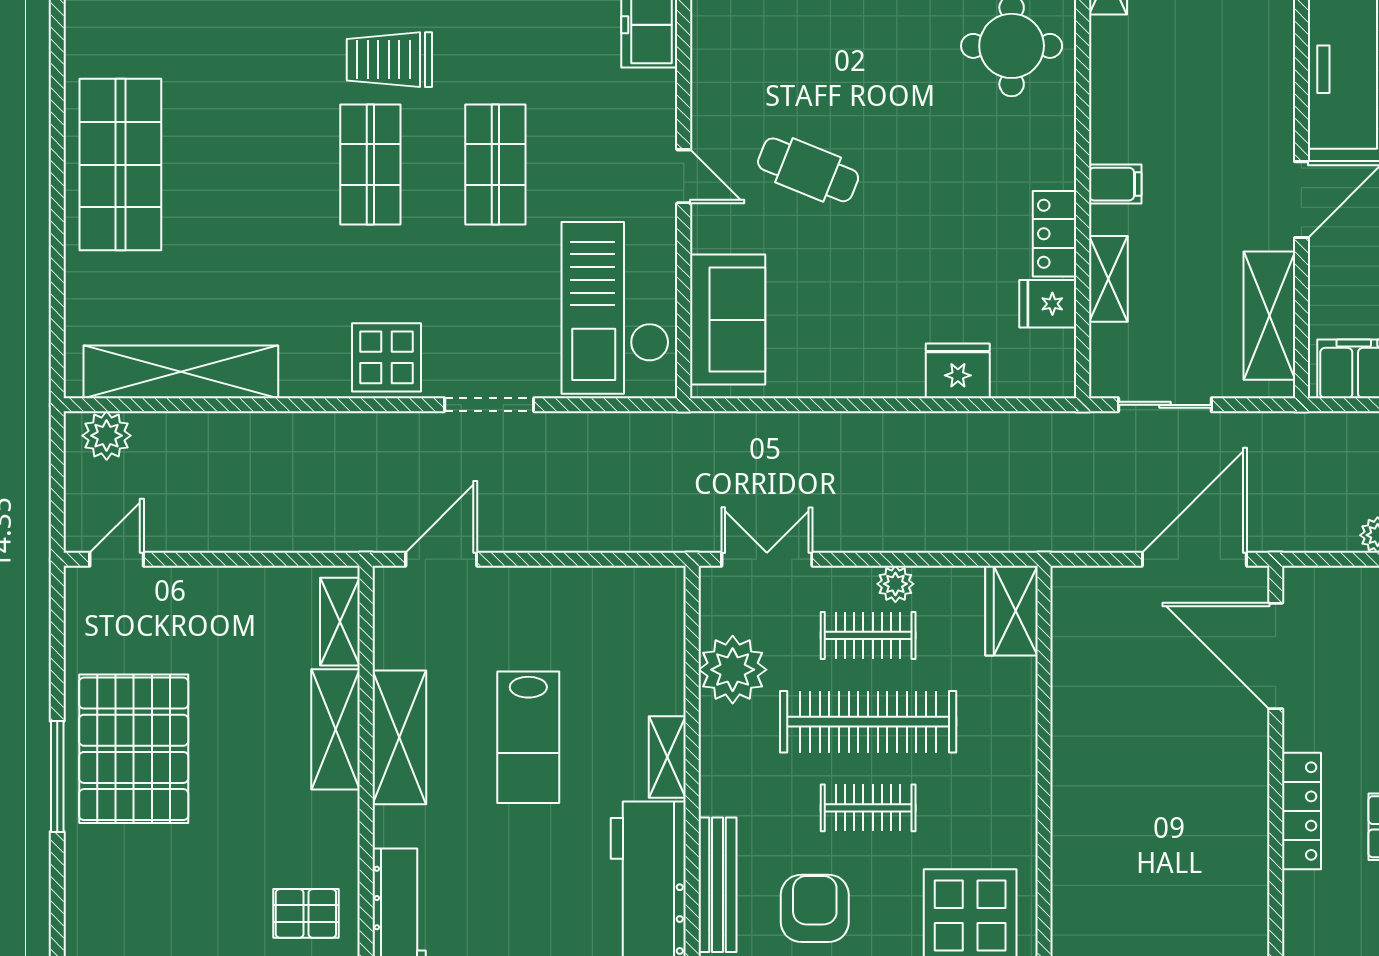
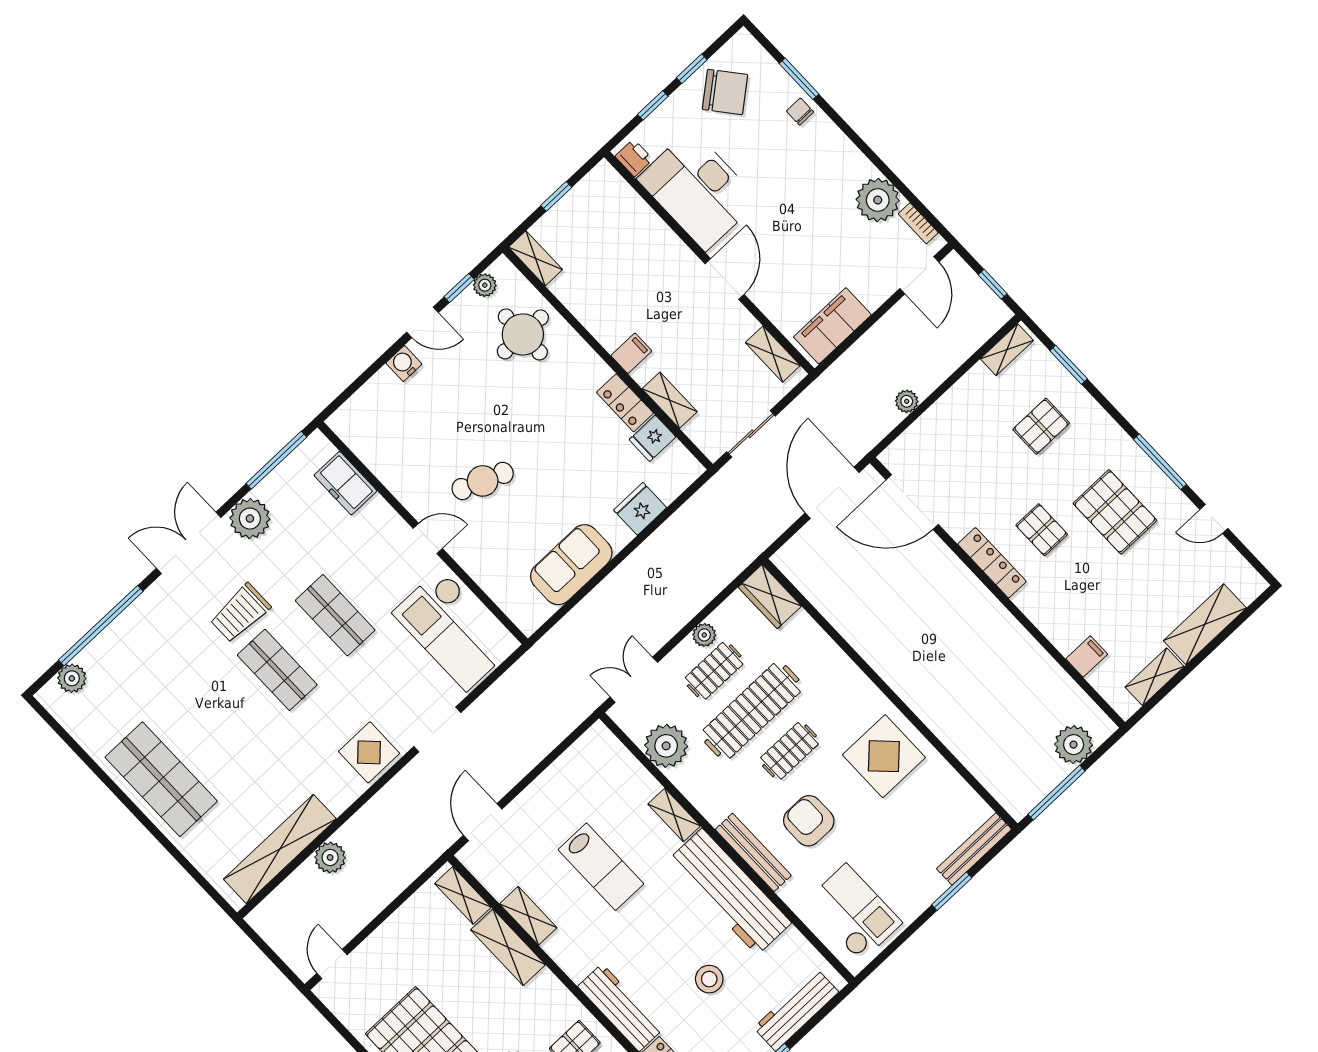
shelving: (1269, 316) -> (773, 354), width x0.67, depth x0.75
sofa: (728, 320) -> (571, 565), moved, turned -90
plant: (107, 436) -> (330, 857), moved
shelving: (399, 737) -> (528, 916), width x0.67, depth x0.75

